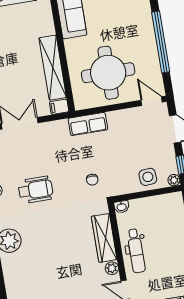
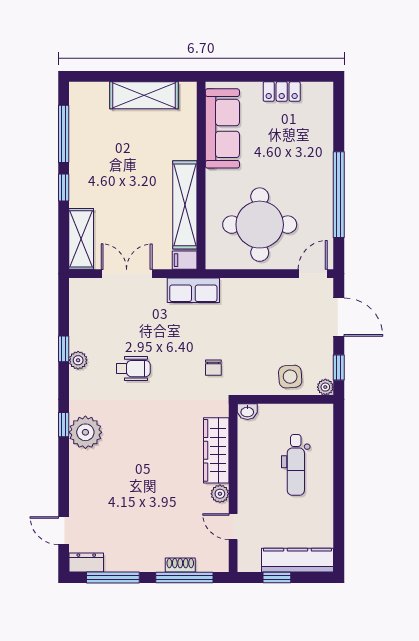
door: (152, 101) -> (313, 274), hinge flipped
row of seats: (88, 124) -> (193, 290), moved
wheelchair: (36, 190) -> (133, 369), width x0.73, depth x0.73
dental chair: (136, 251) -> (296, 465), moved

